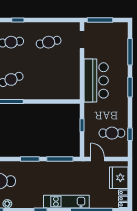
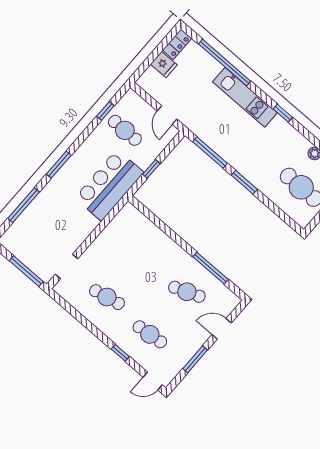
bar counter: (96, 80) -> (109, 185), moved
fridge: (119, 178) -> (164, 64), width x0.53, depth x0.75

